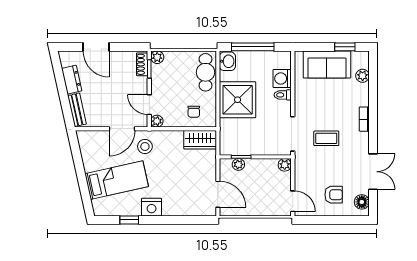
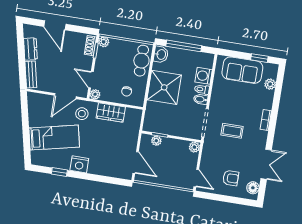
bidet: (283, 107) -> (201, 99), added
wardrobe: (200, 140) -> (111, 113), moved

